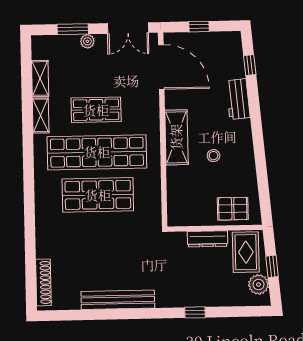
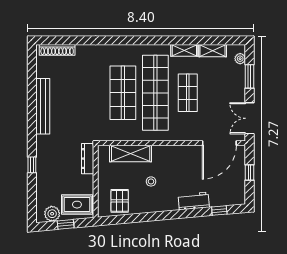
plant: (87, 41) -> (240, 59), moved
shelving: (176, 137) -> (131, 154), moved
pallet: (233, 209) -> (120, 201), moved
dresser: (207, 239) -> (88, 159), moved

